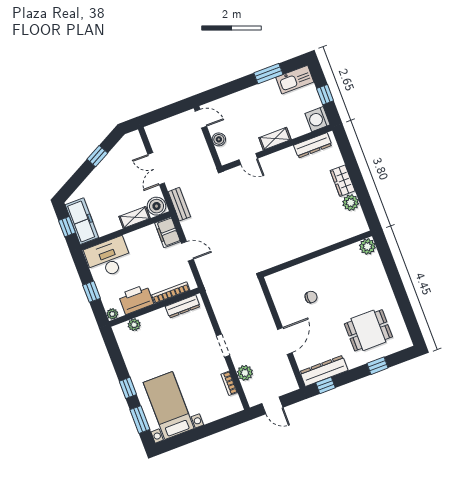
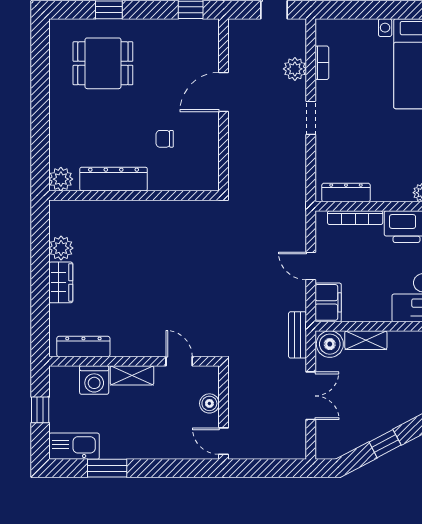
washing machine: (317, 119) -> (94, 380), moved, turned 90
dresser: (324, 371) -> (114, 179), moved, turned 180

